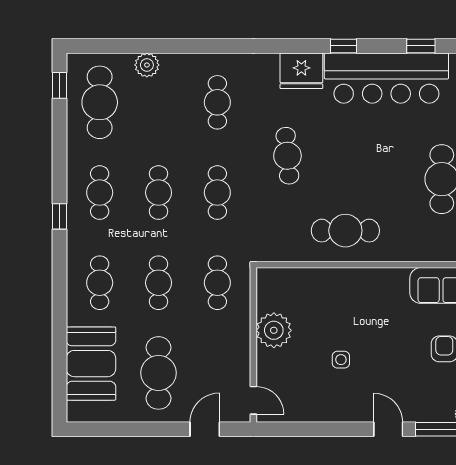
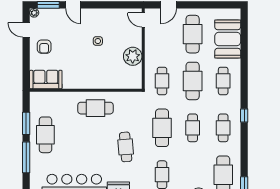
cafe table: (217, 193) -> (162, 128), width x1.37, depth x1.35
cafe table: (159, 283) -> (193, 81), width x1.37, depth x1.35

